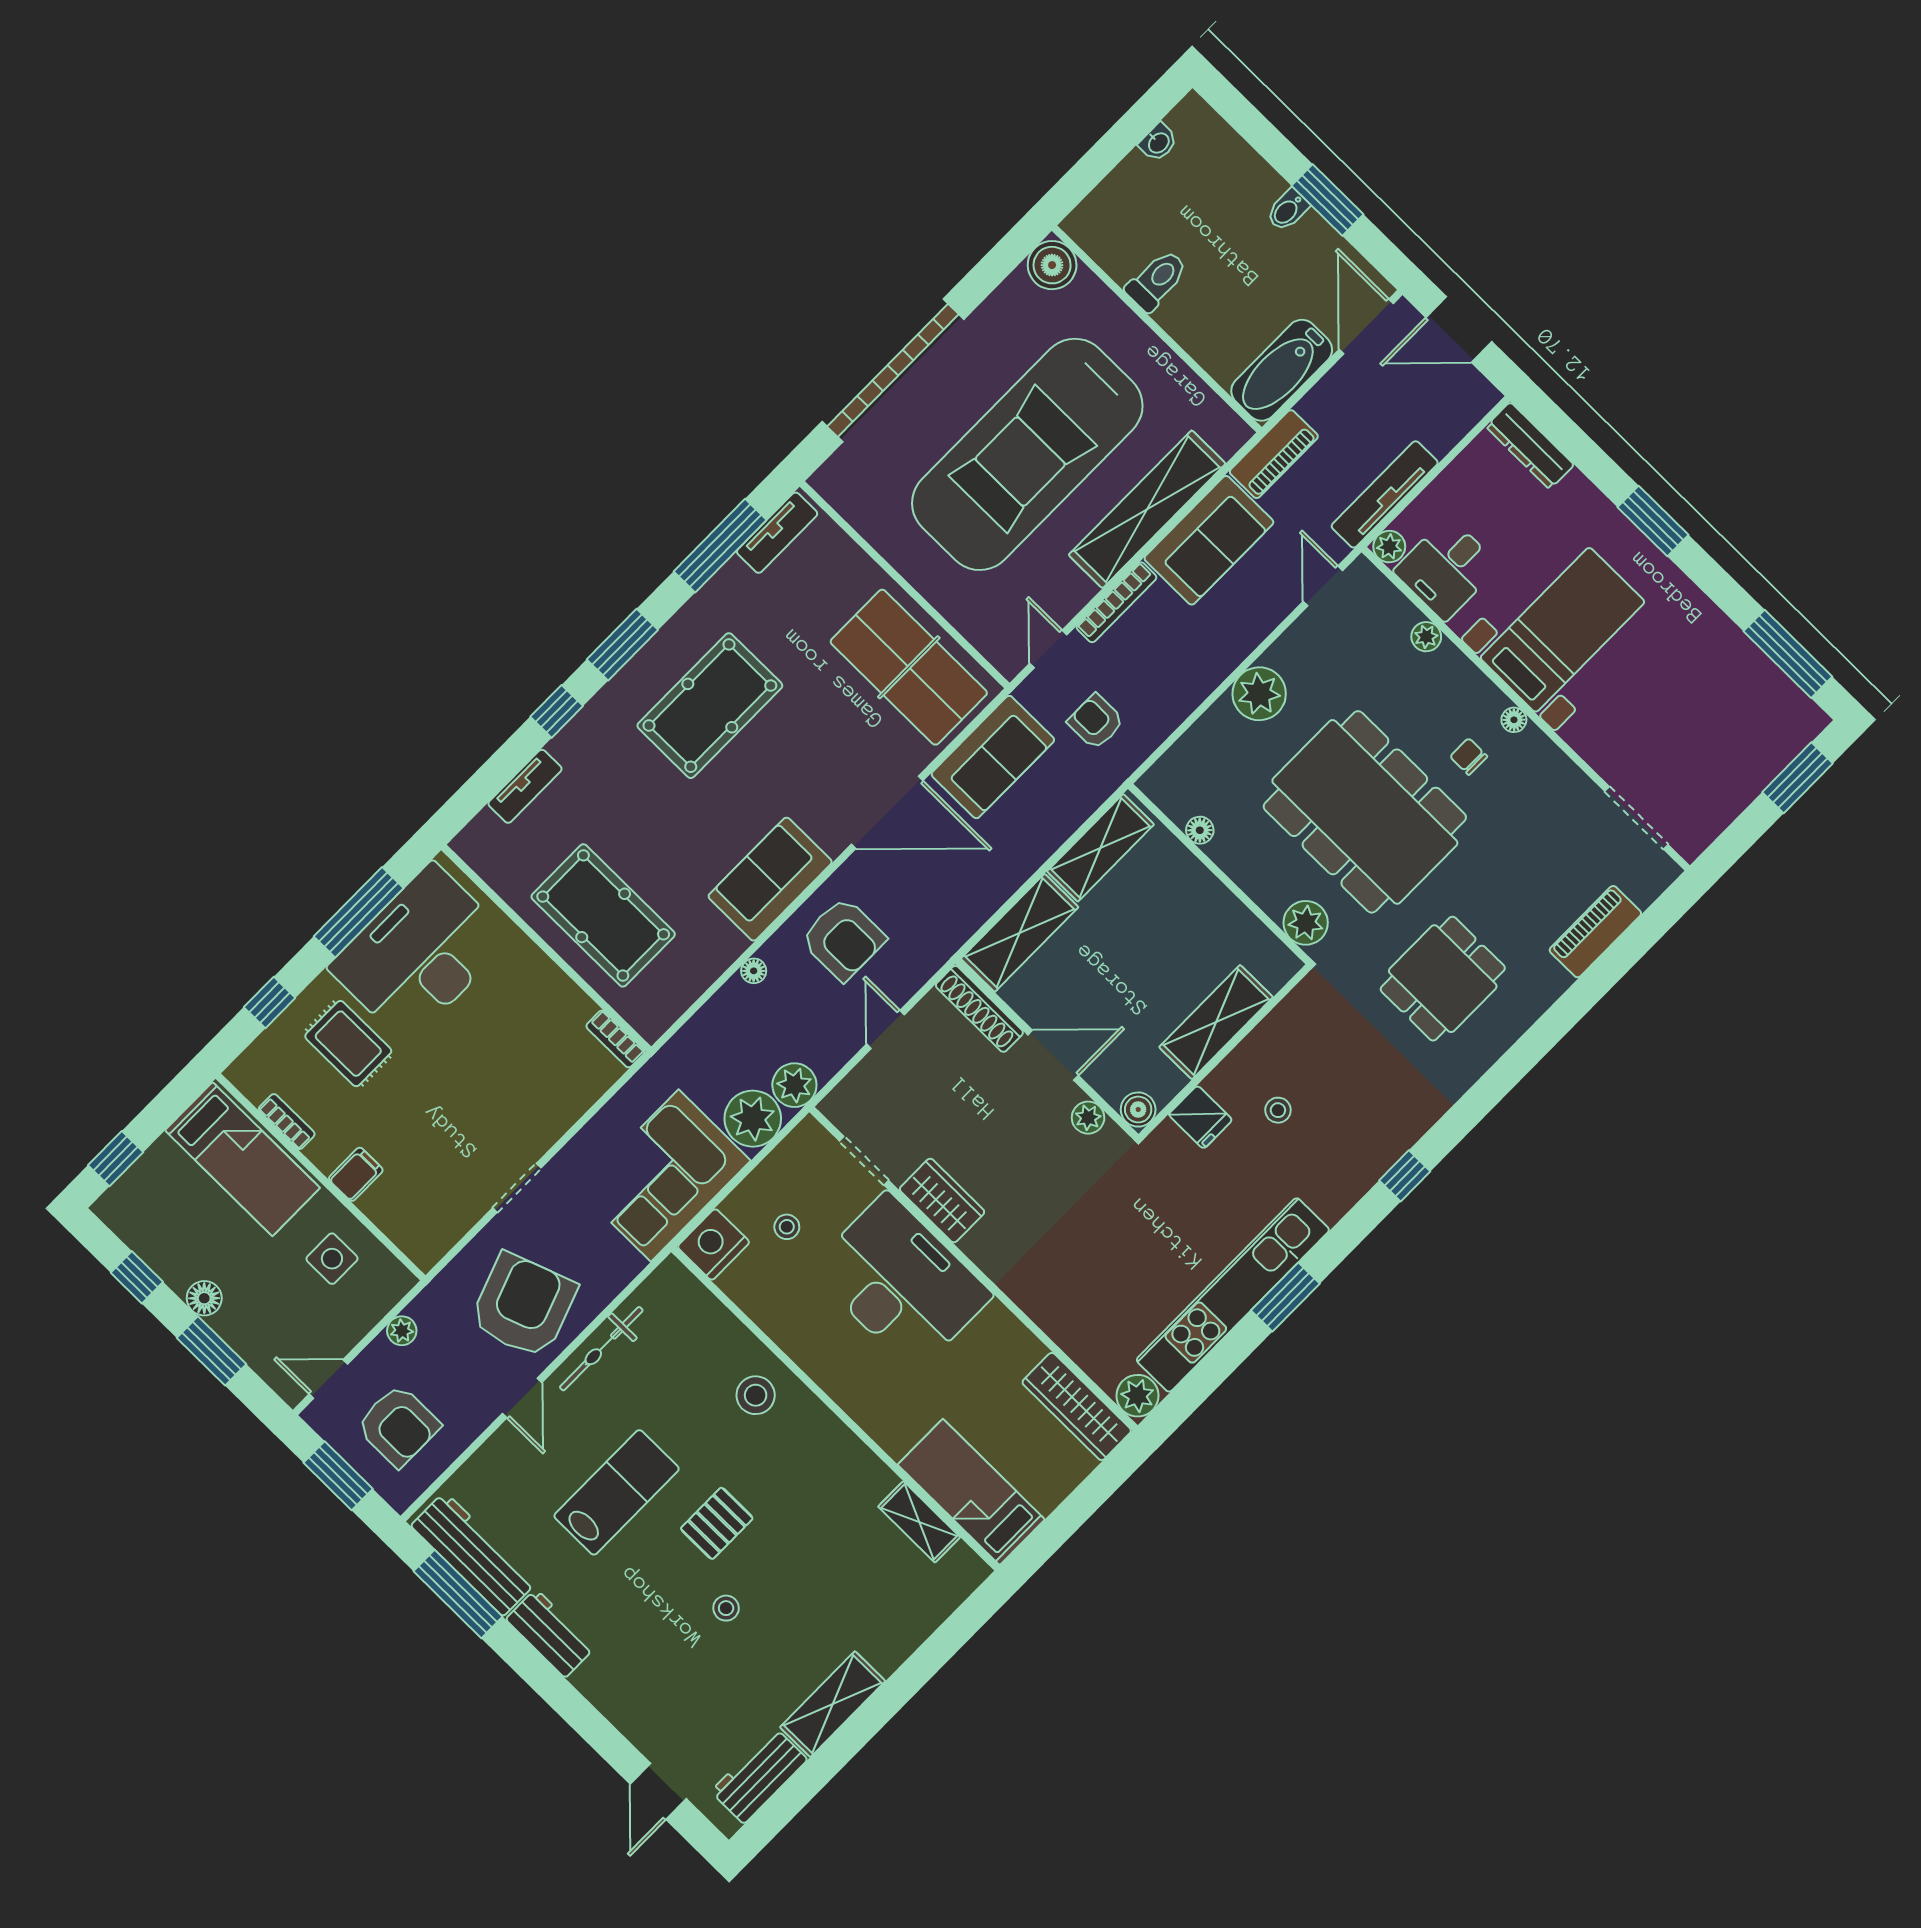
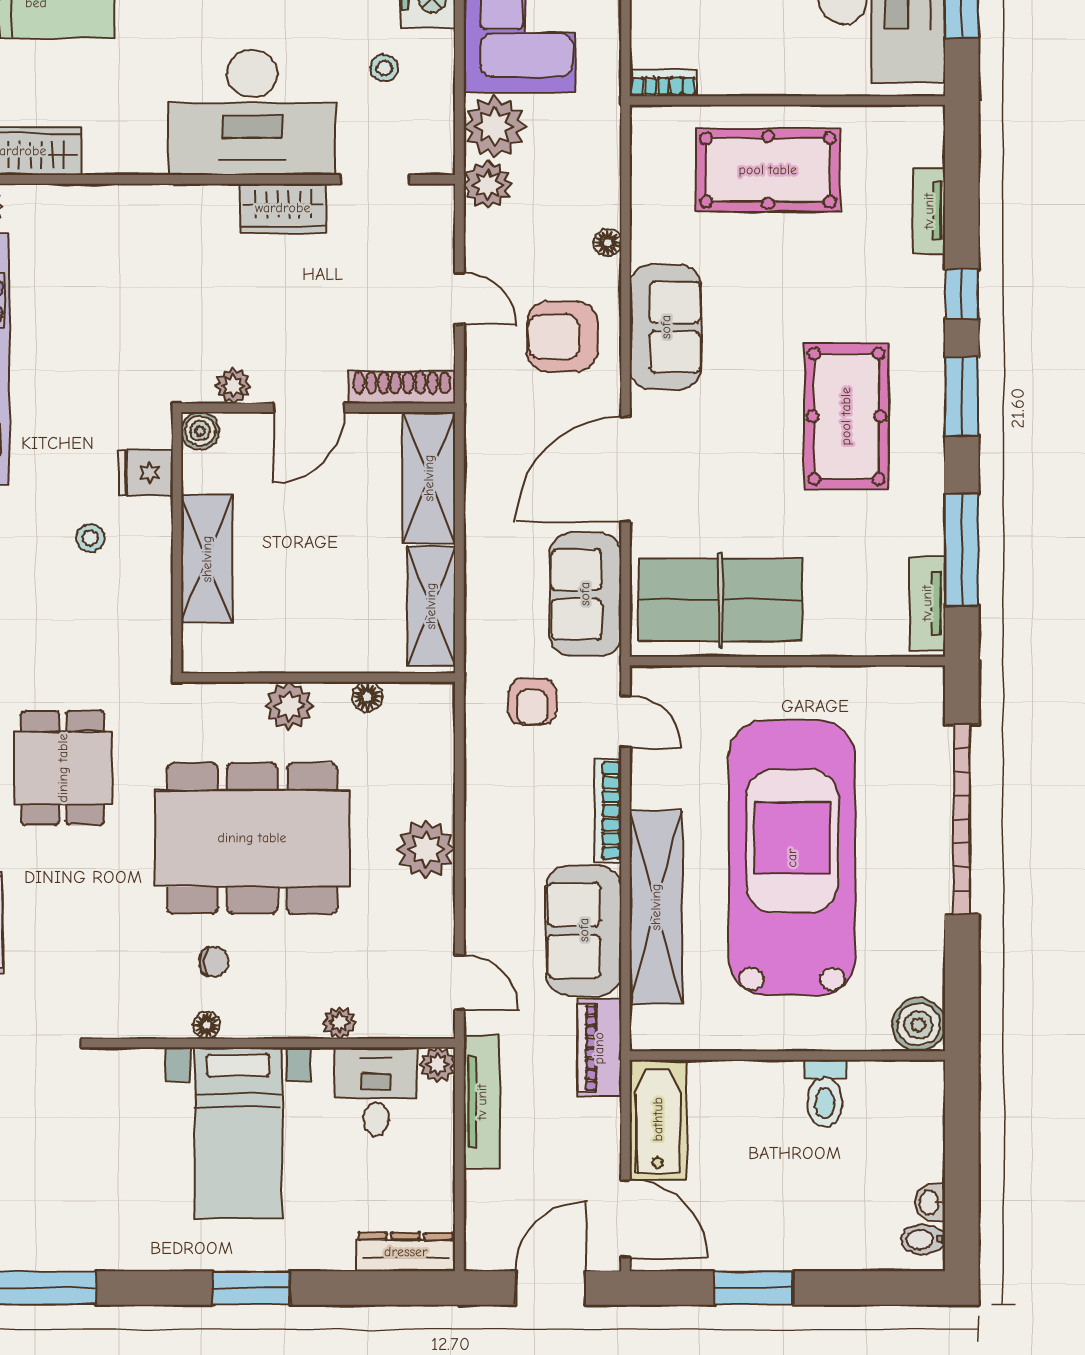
bidet: (1288, 210) -> (923, 1239), moved, turned -90
armchair: (1096, 722) -> (532, 701), turned 90
plant: (1306, 923) -> (289, 706), moved

